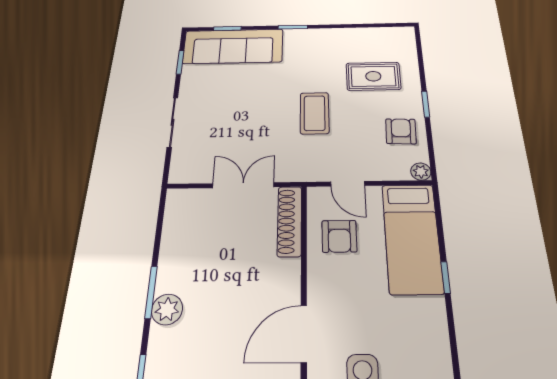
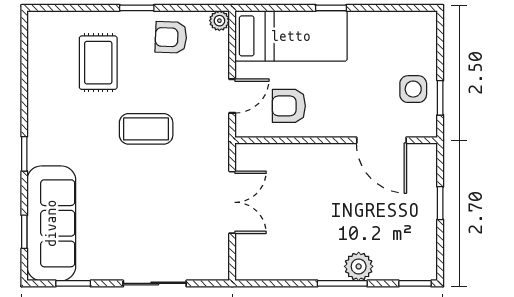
double door: (243, 185) -> (232, 202), swing flipped
shoe rack: (290, 221) -> (272, 154), removed
armchair: (339, 236) -> (289, 106), turned 180

